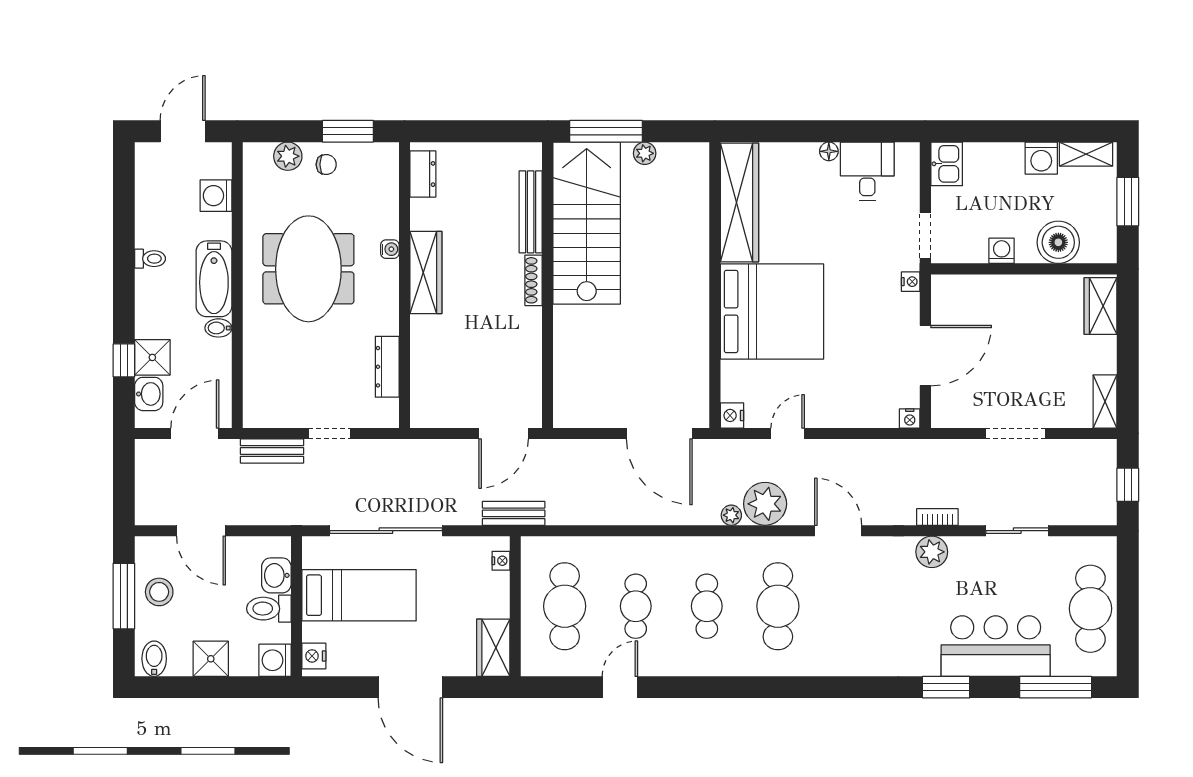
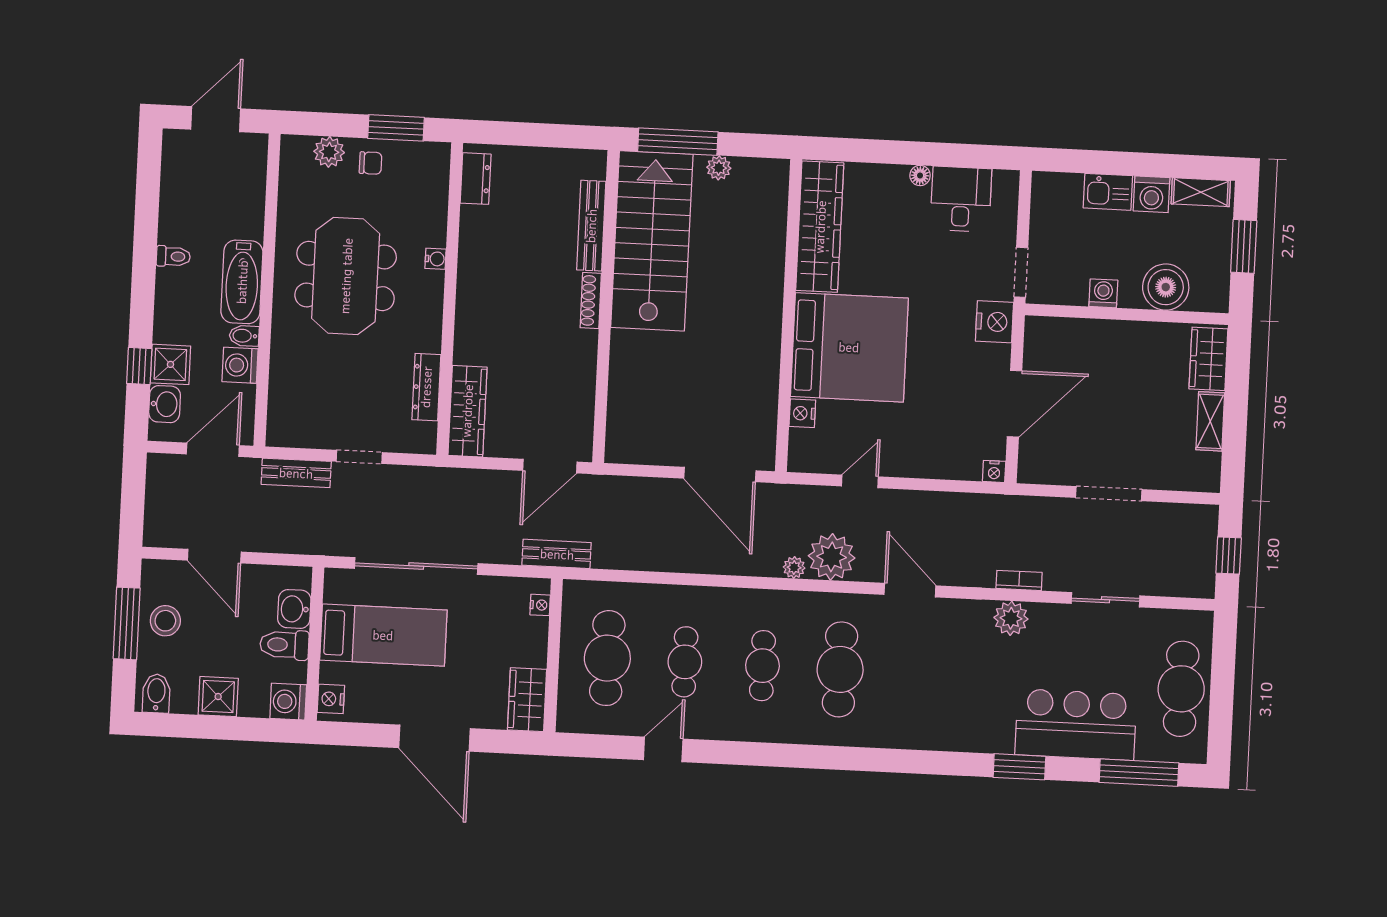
kitchen sink: (947, 164) -> (1108, 192), moved, turned 90
washing machine: (216, 196) -> (240, 365), moved
wardrobe: (426, 273) -> (467, 411), moved
nightstand: (911, 282) -> (994, 322), width x1.89, depth x1.79
shelving: (1105, 402) -> (1210, 421), moved
nightstand: (732, 415) -> (802, 413), moved

